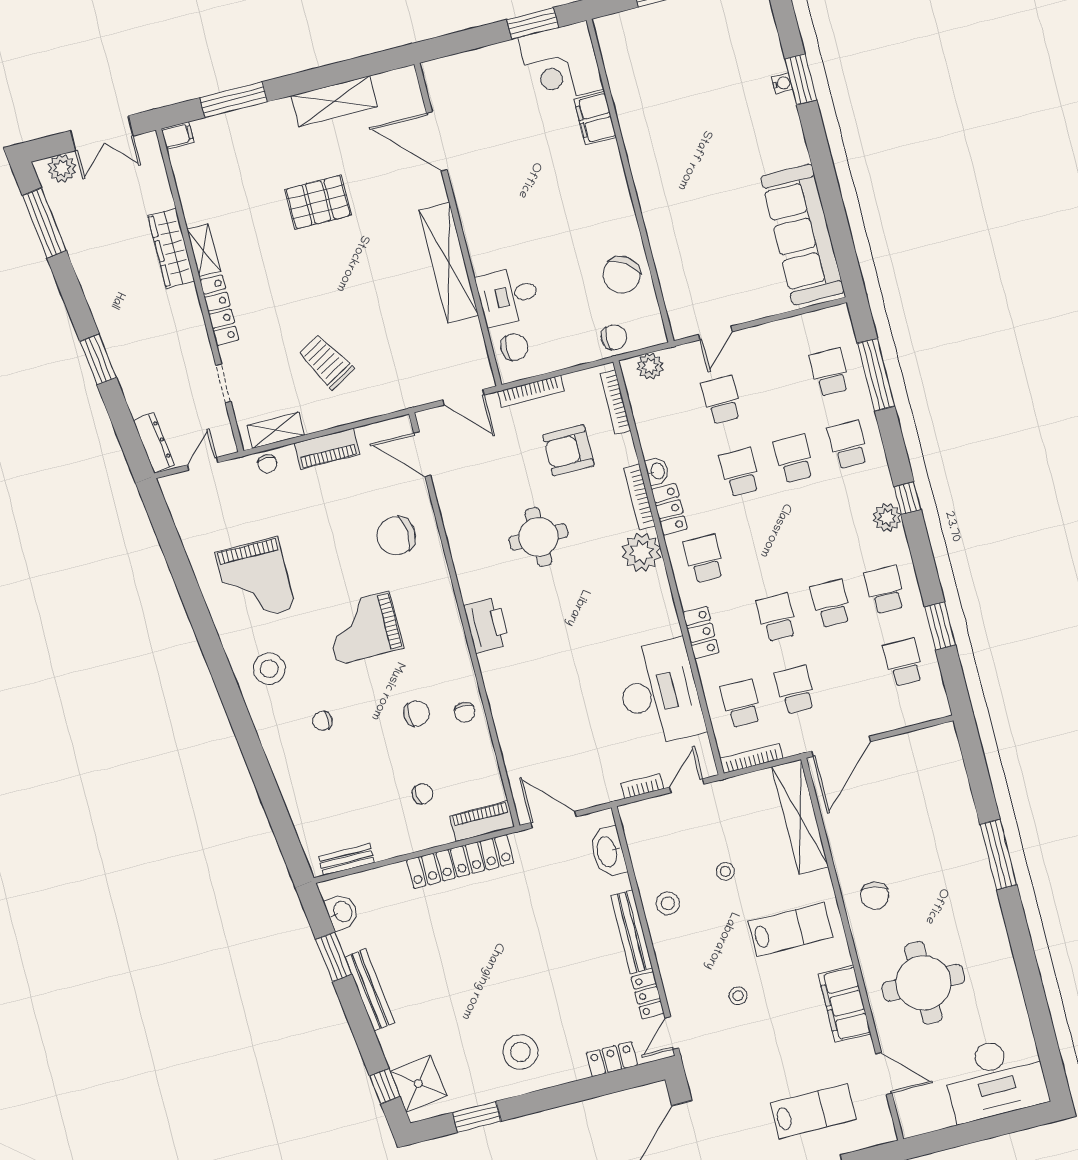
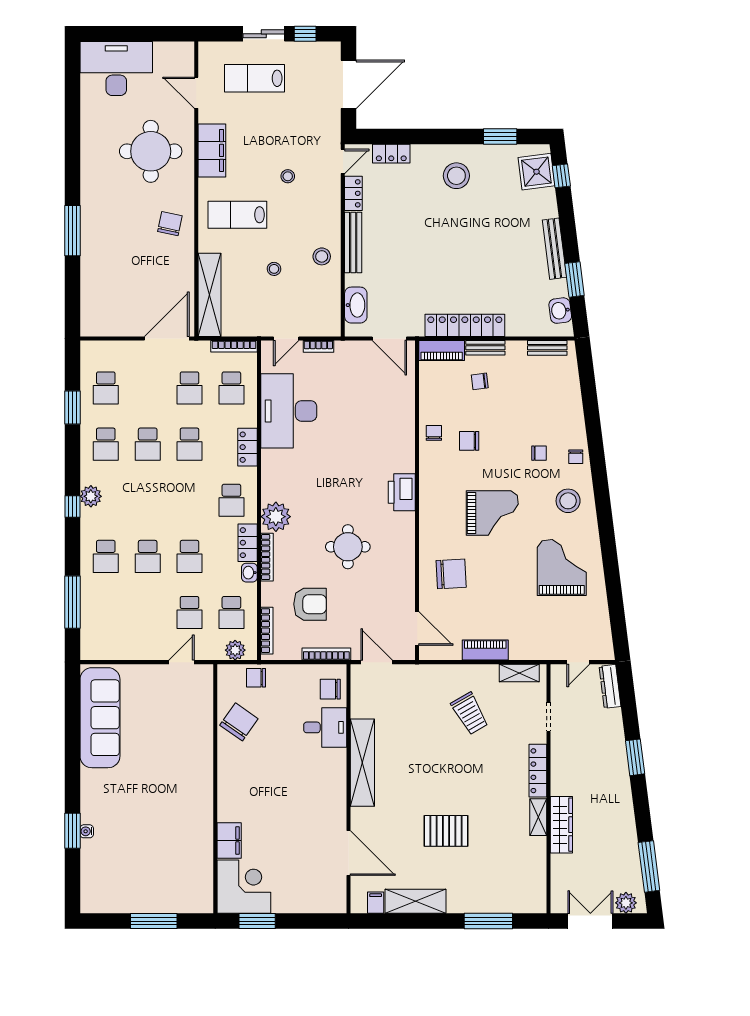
filing cabinet: (178, 135) -> (376, 903), moved, turned 90
school desk: (830, 372) -> (231, 613), moved
chair: (267, 464) -> (576, 457), moved, turned 180
bench: (426, 839) -> (485, 348), added

